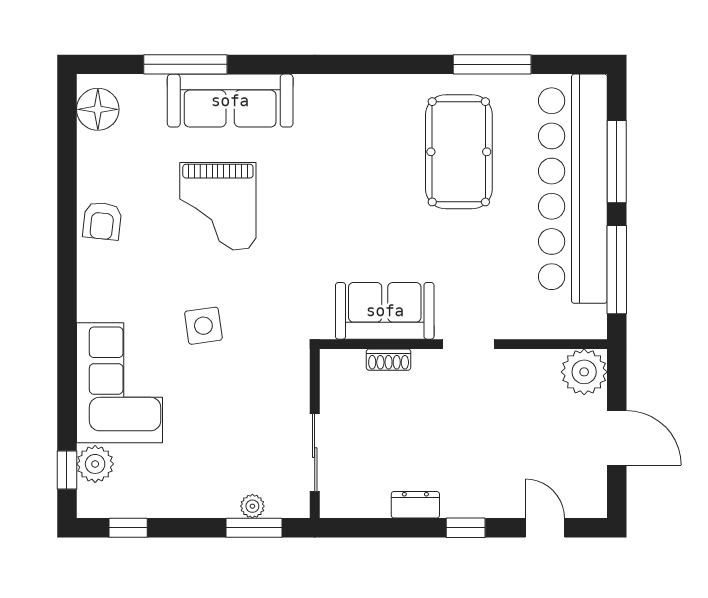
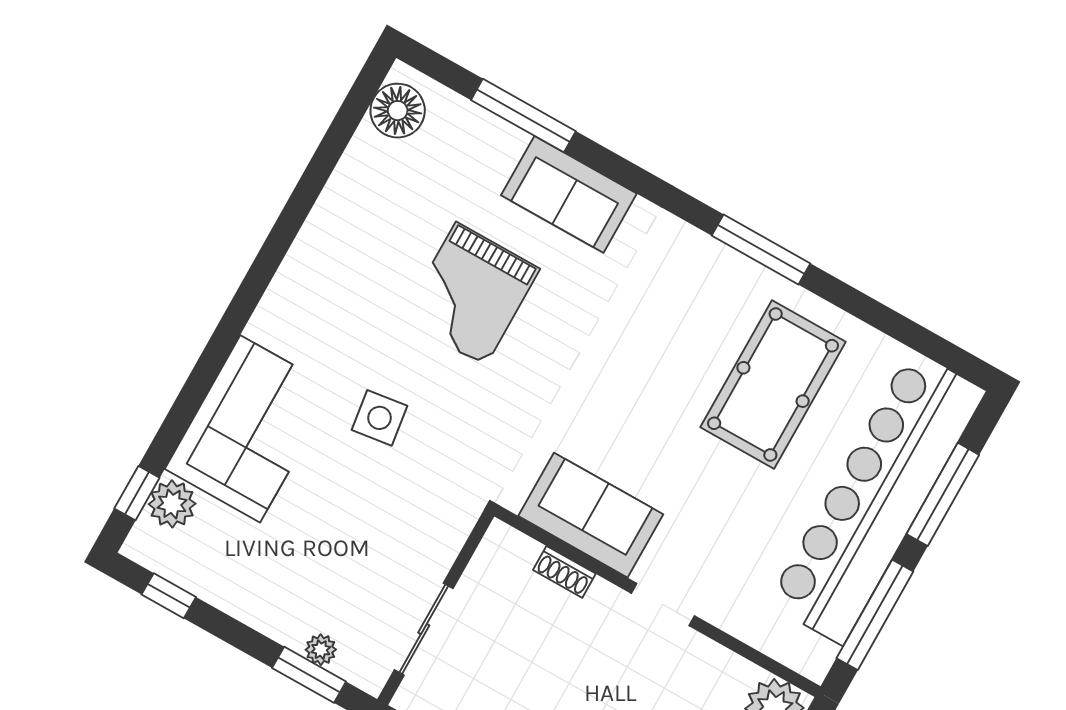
window: (492, 64) -> (761, 249), moved
sofa: (230, 101) -> (569, 194), width x0.73
armchair: (102, 221) -> (333, 238), removed

